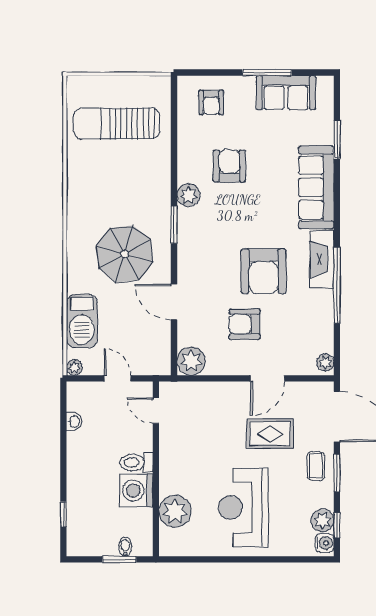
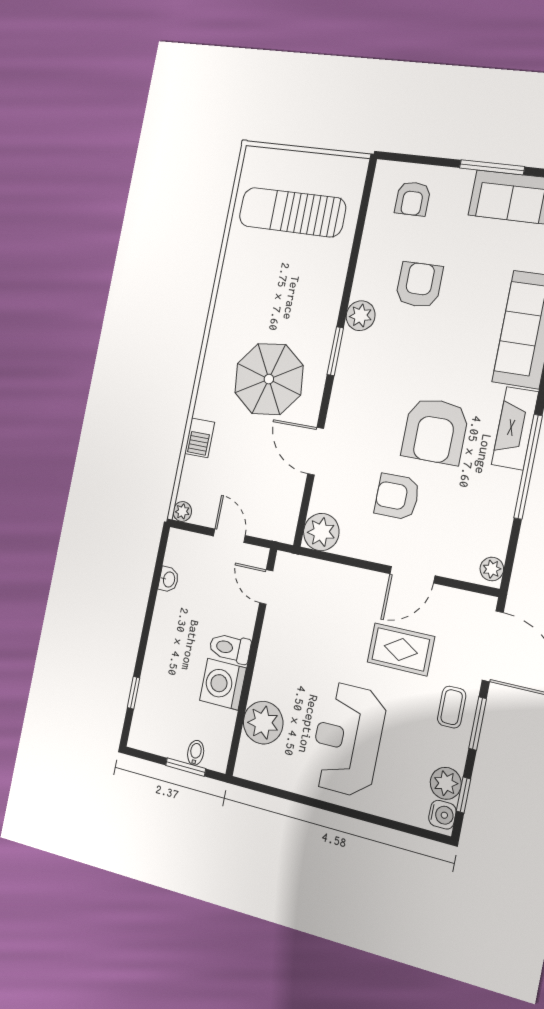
barbecue: (82, 321) -> (200, 438), width x0.53, depth x0.65

